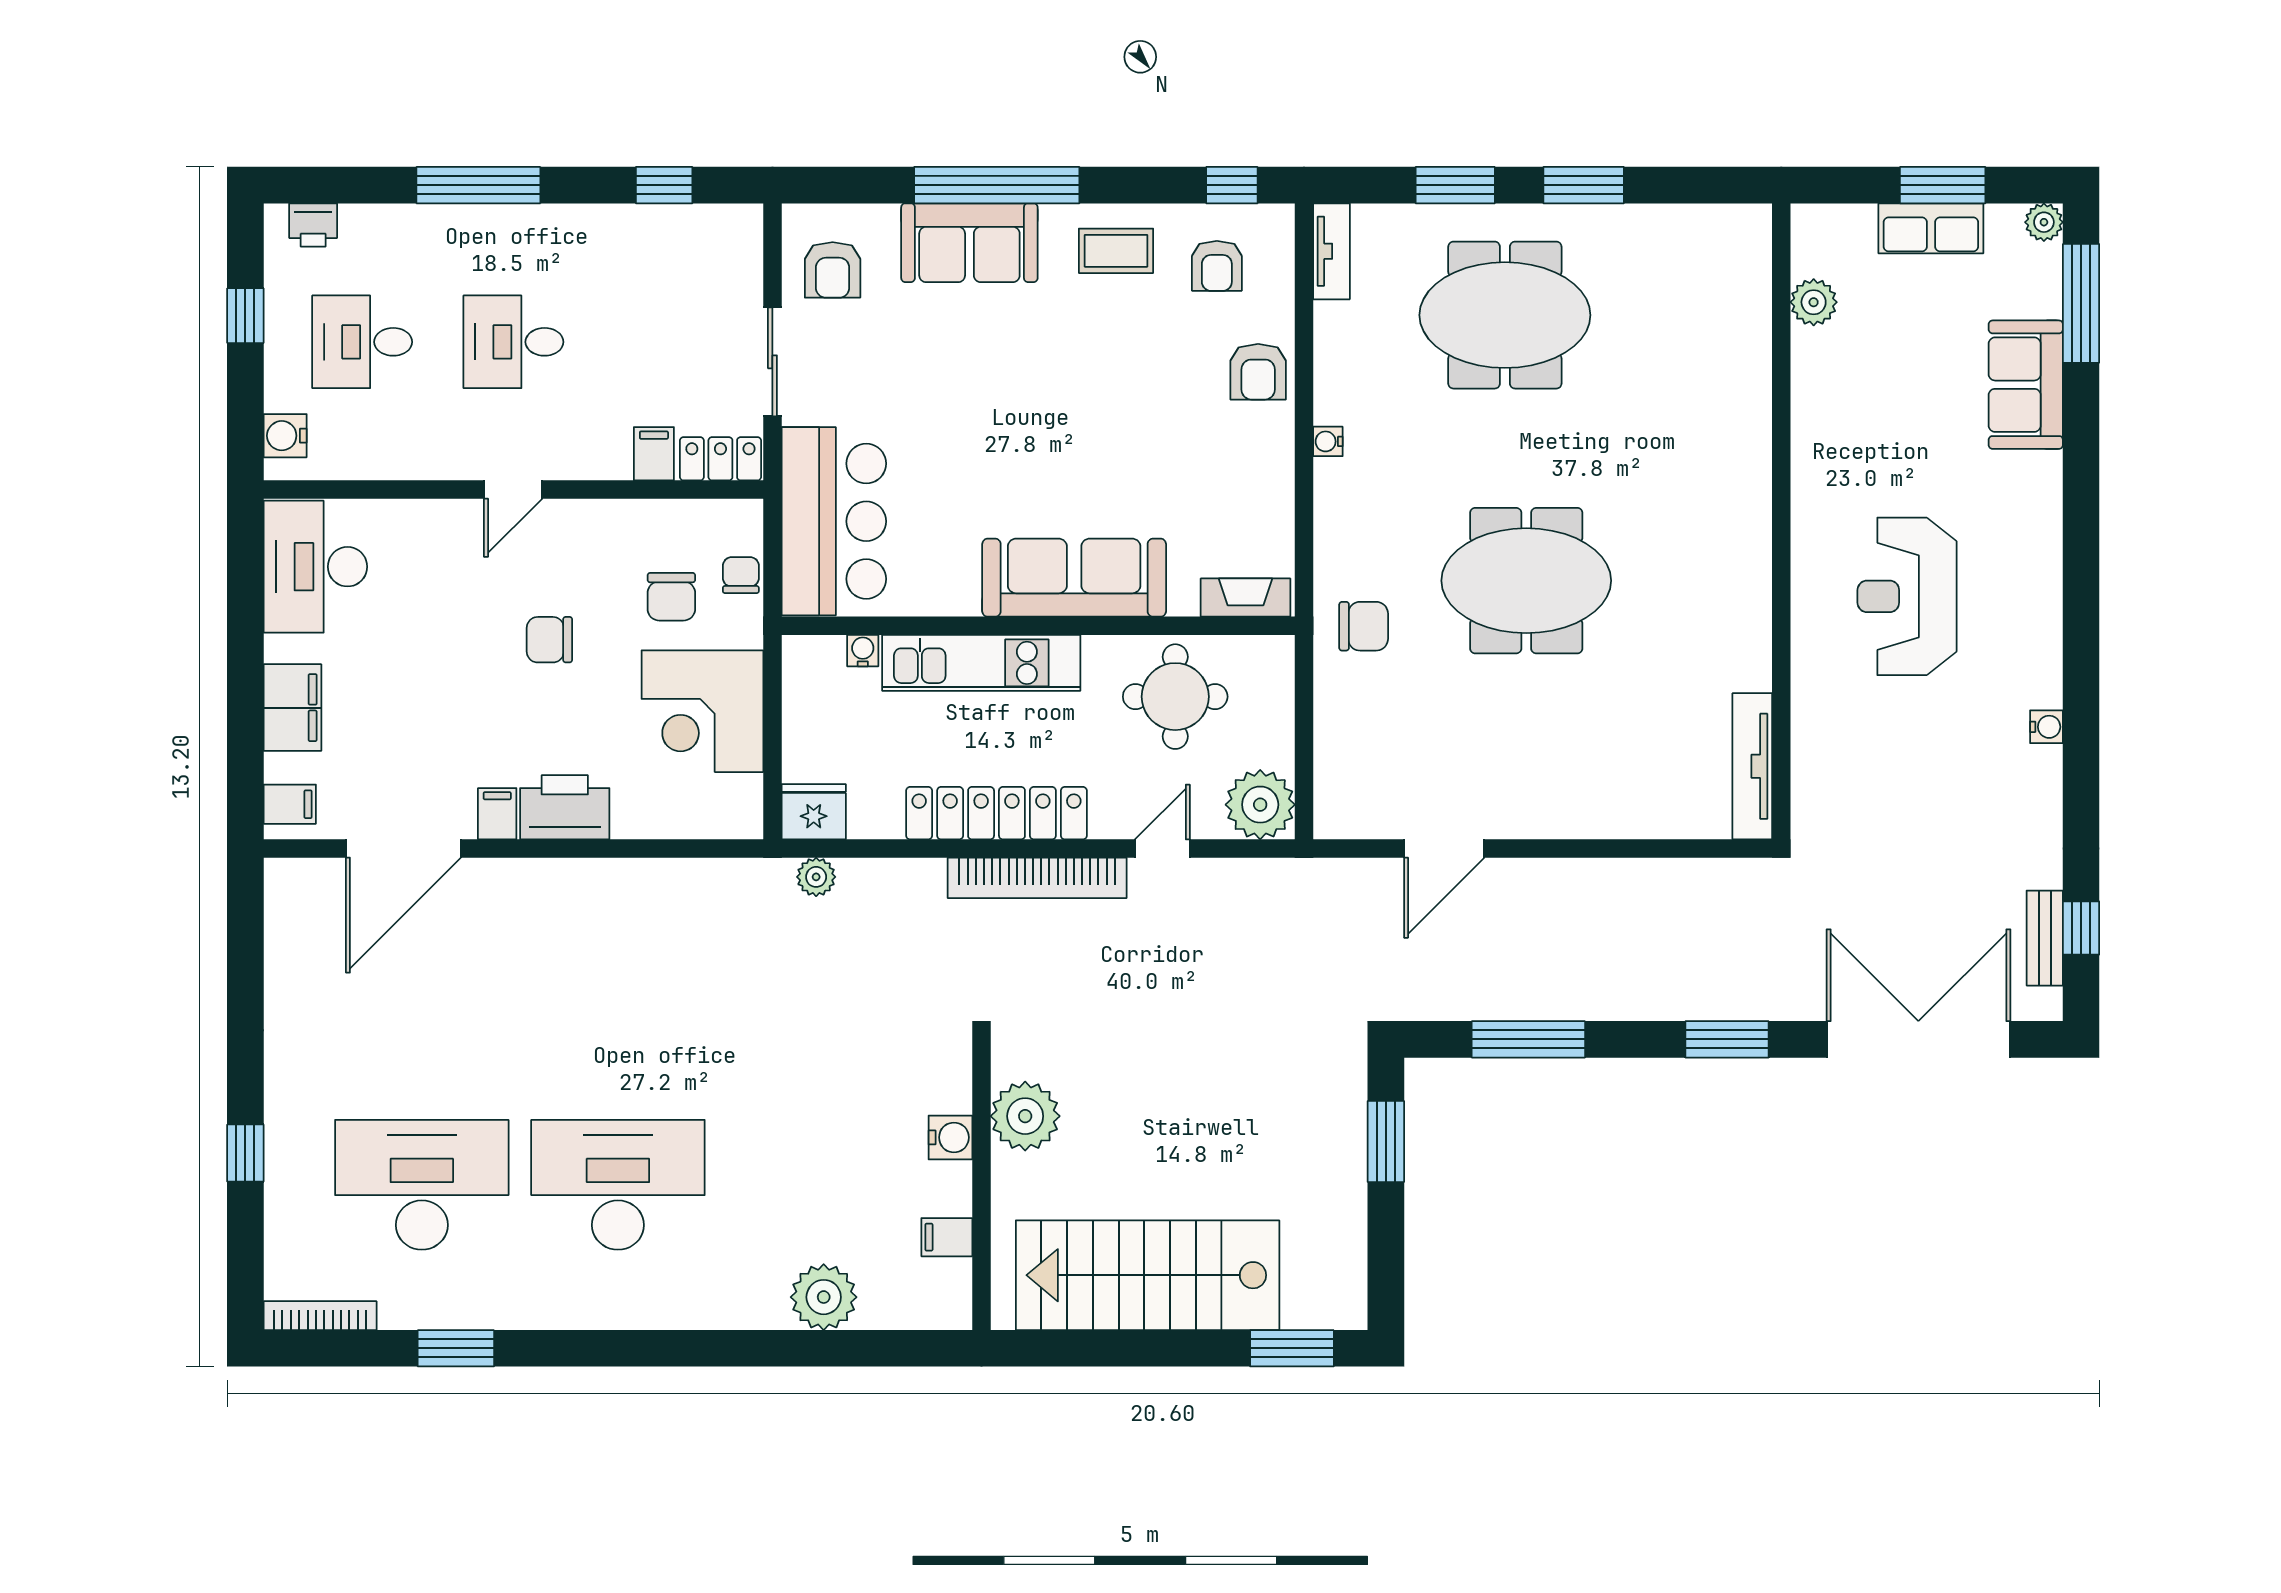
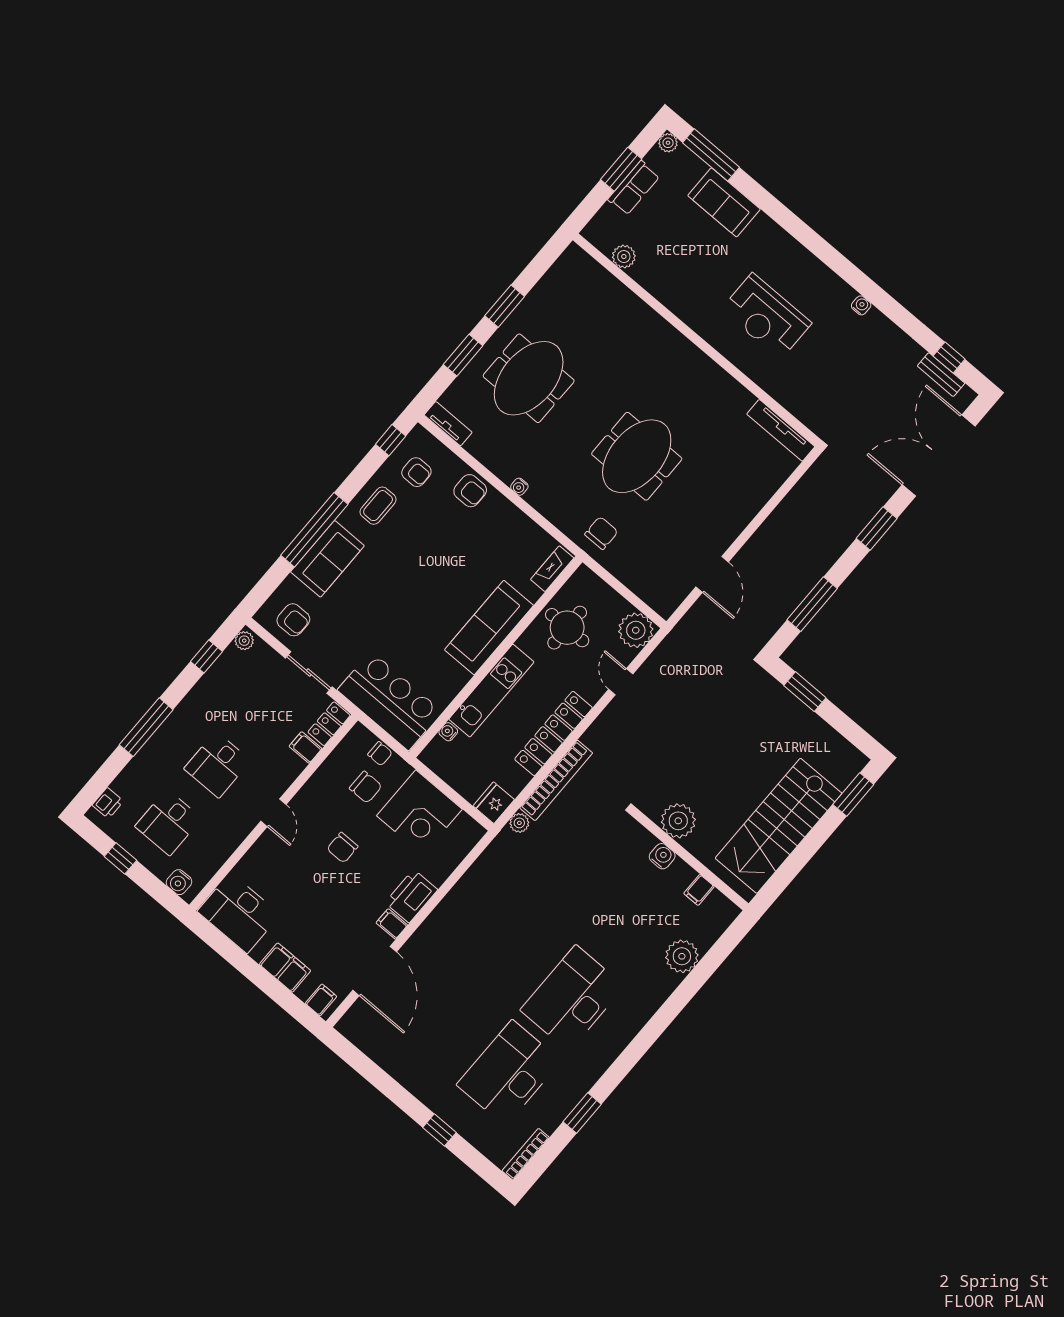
plant: (737, 222) -> (244, 641), added
chair: (741, 575) -> (380, 754), turned 180
bookcase: (1037, 878) -> (556, 780), moved

